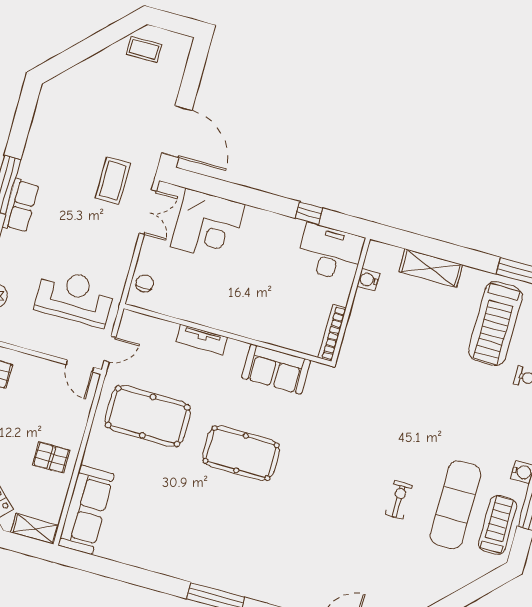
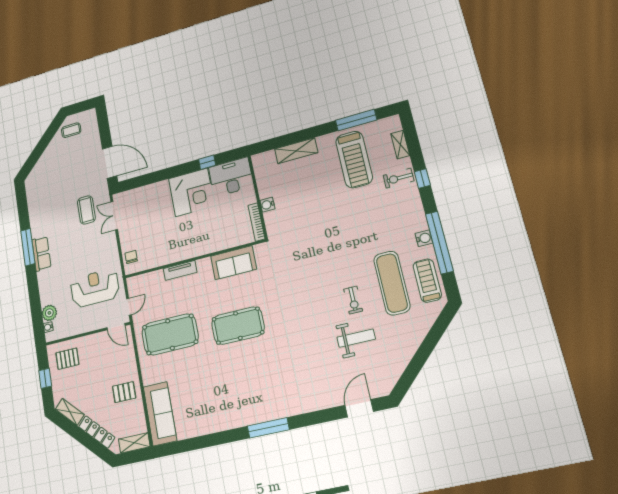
double door: (148, 212) -> (114, 216), swing flipped
corner desk: (208, 226) -> (192, 192), moved
water cooler: (368, 280) -> (267, 205), moved
exercise bike: (399, 500) -> (353, 300), turned 180
weight bench: (378, 548) -> (356, 338), added

